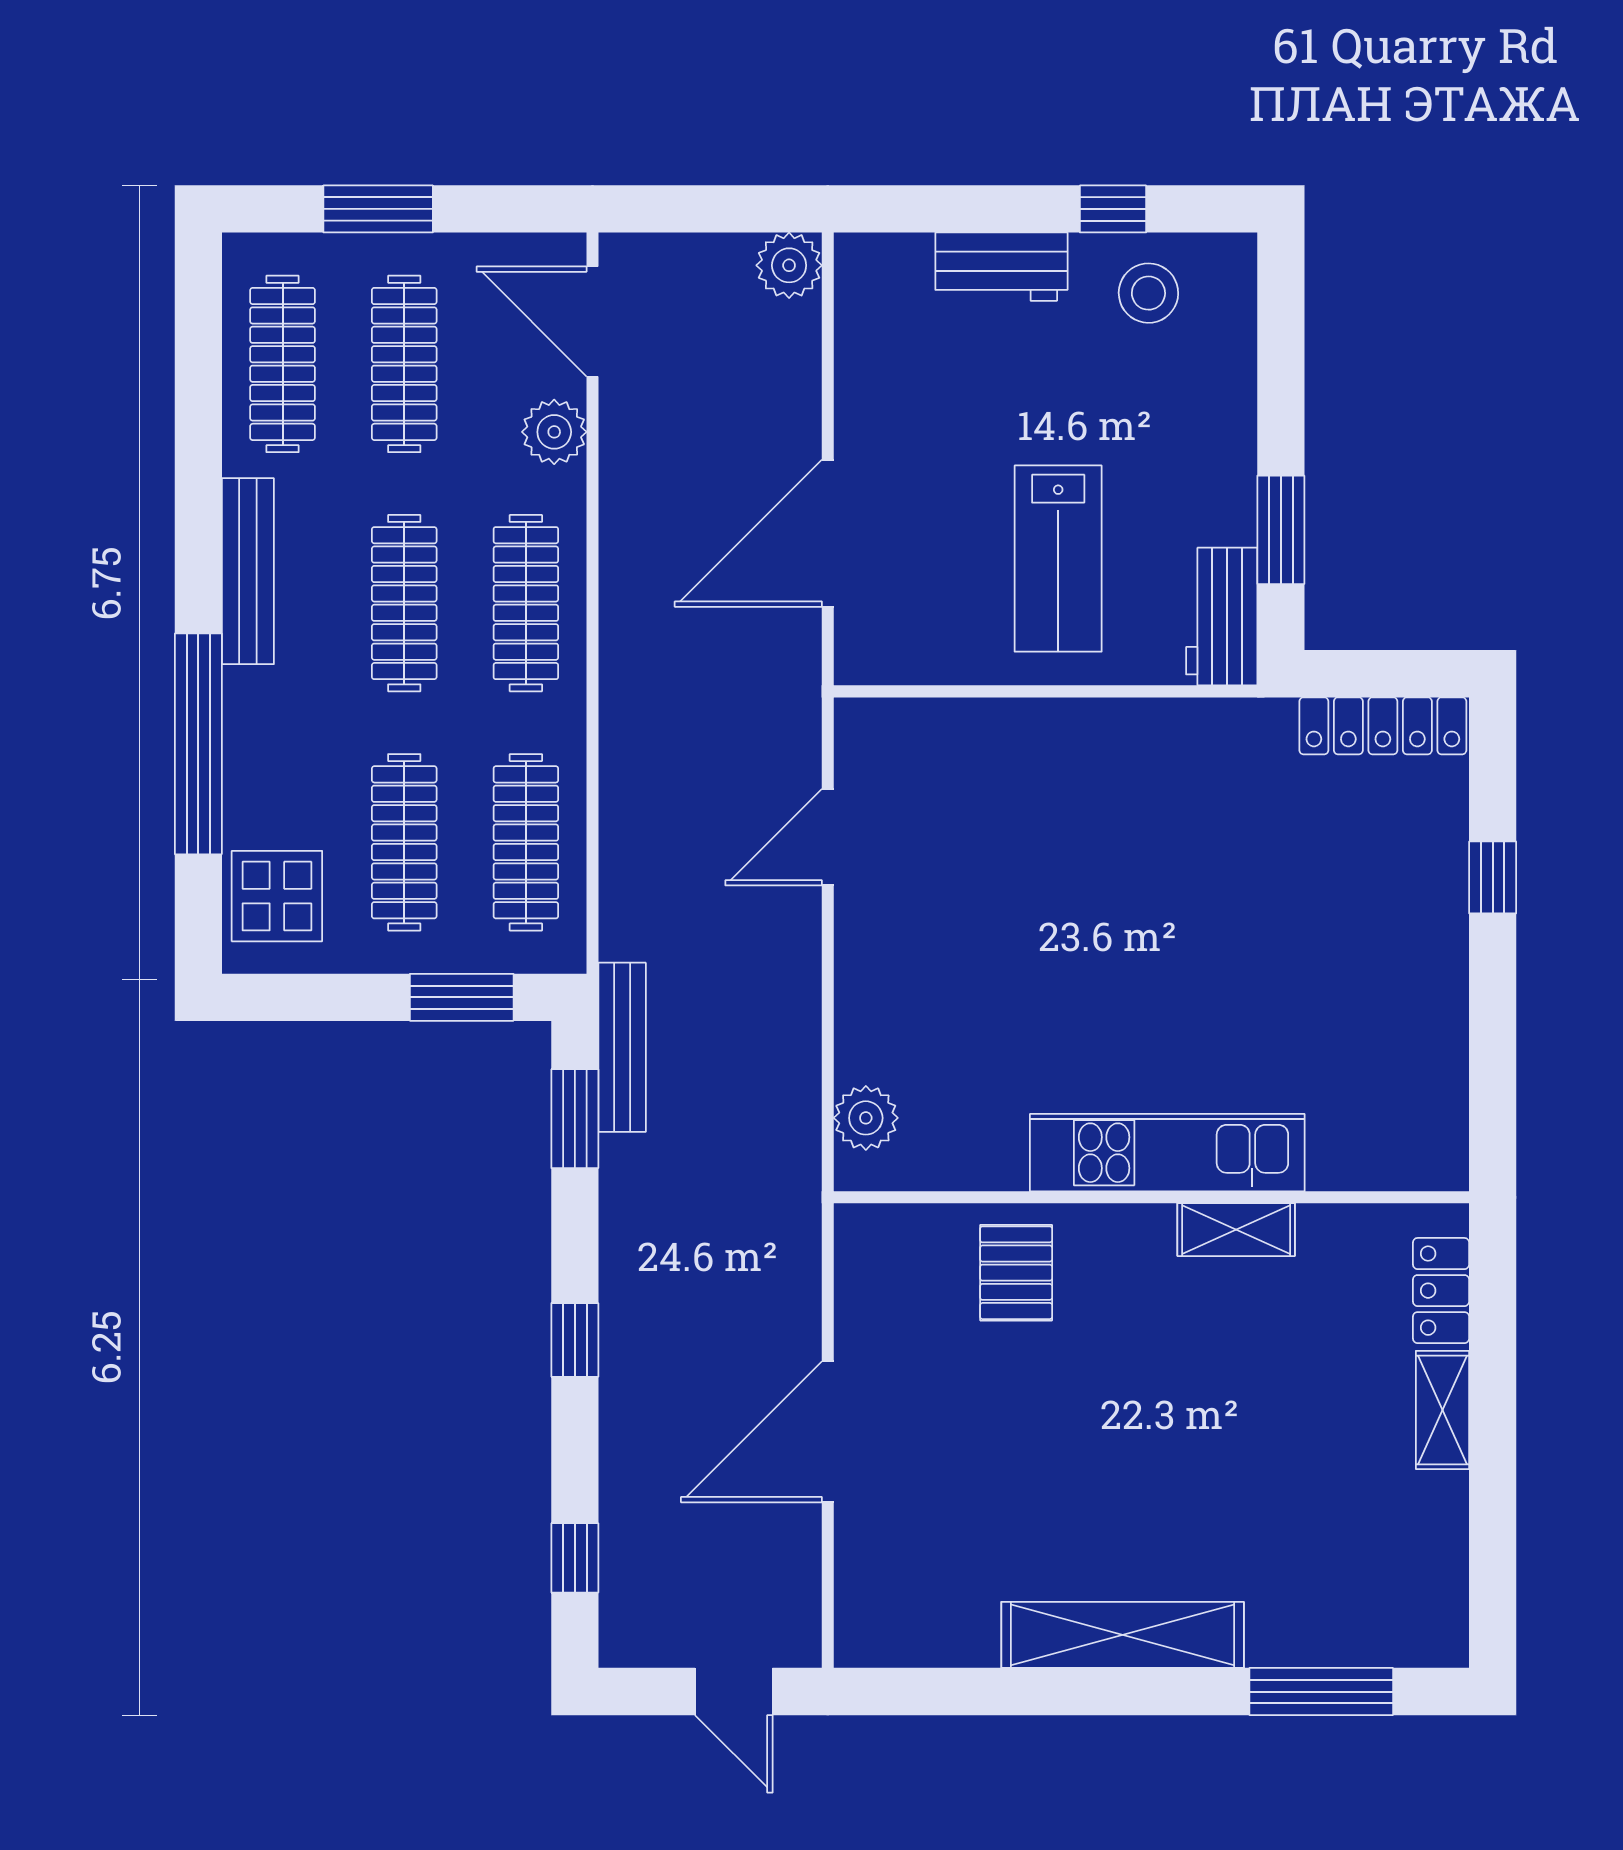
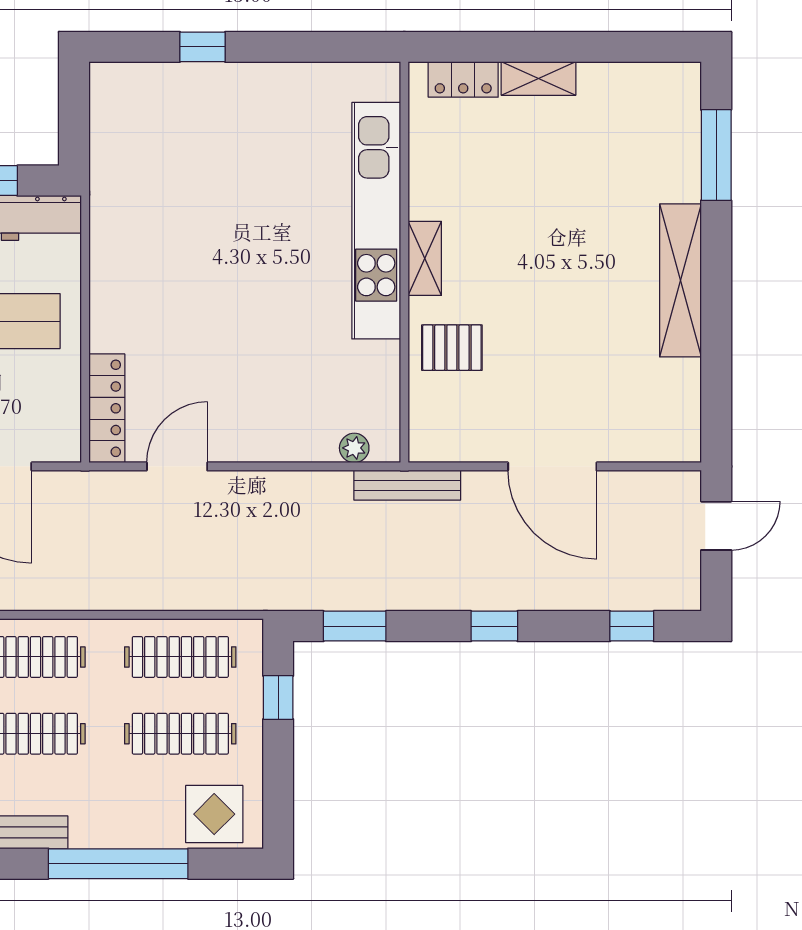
locker: (1383, 726) -> (107, 408), moved
door: (828, 837) -> (177, 466), swing flipped
window: (462, 997) -> (278, 697), width x0.67
bench: (622, 1047) -> (407, 485), moved
plant: (866, 1118) -> (354, 448), width x0.73, depth x0.73
kitchen unit: (1167, 1153) -> (376, 221), width x1.36
shelving: (1236, 1230) -> (425, 258), moved

